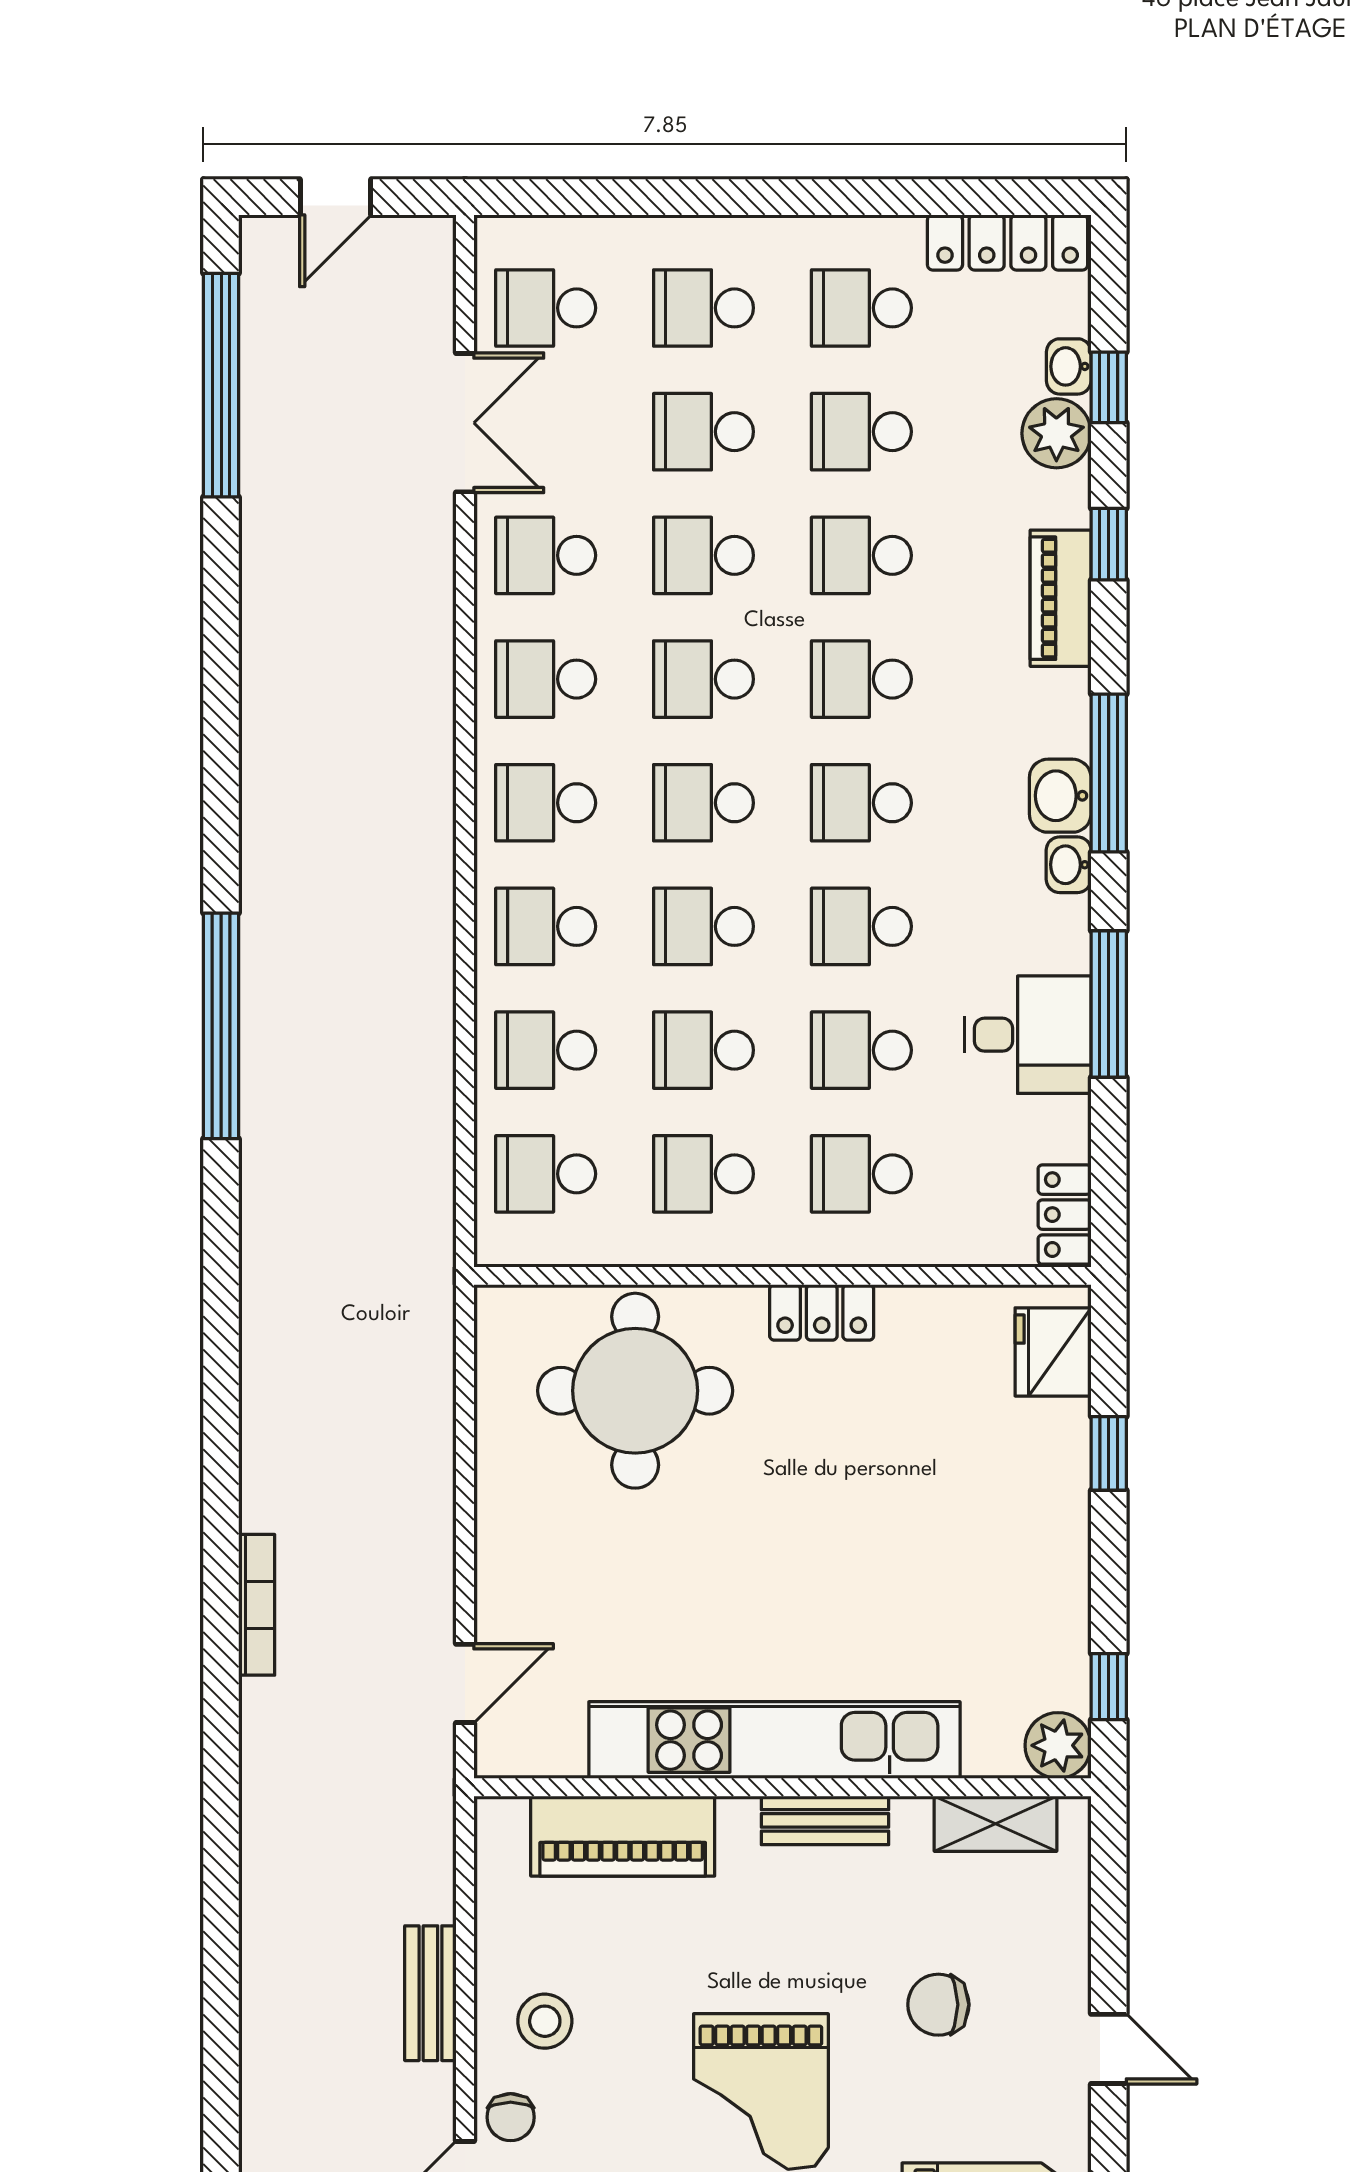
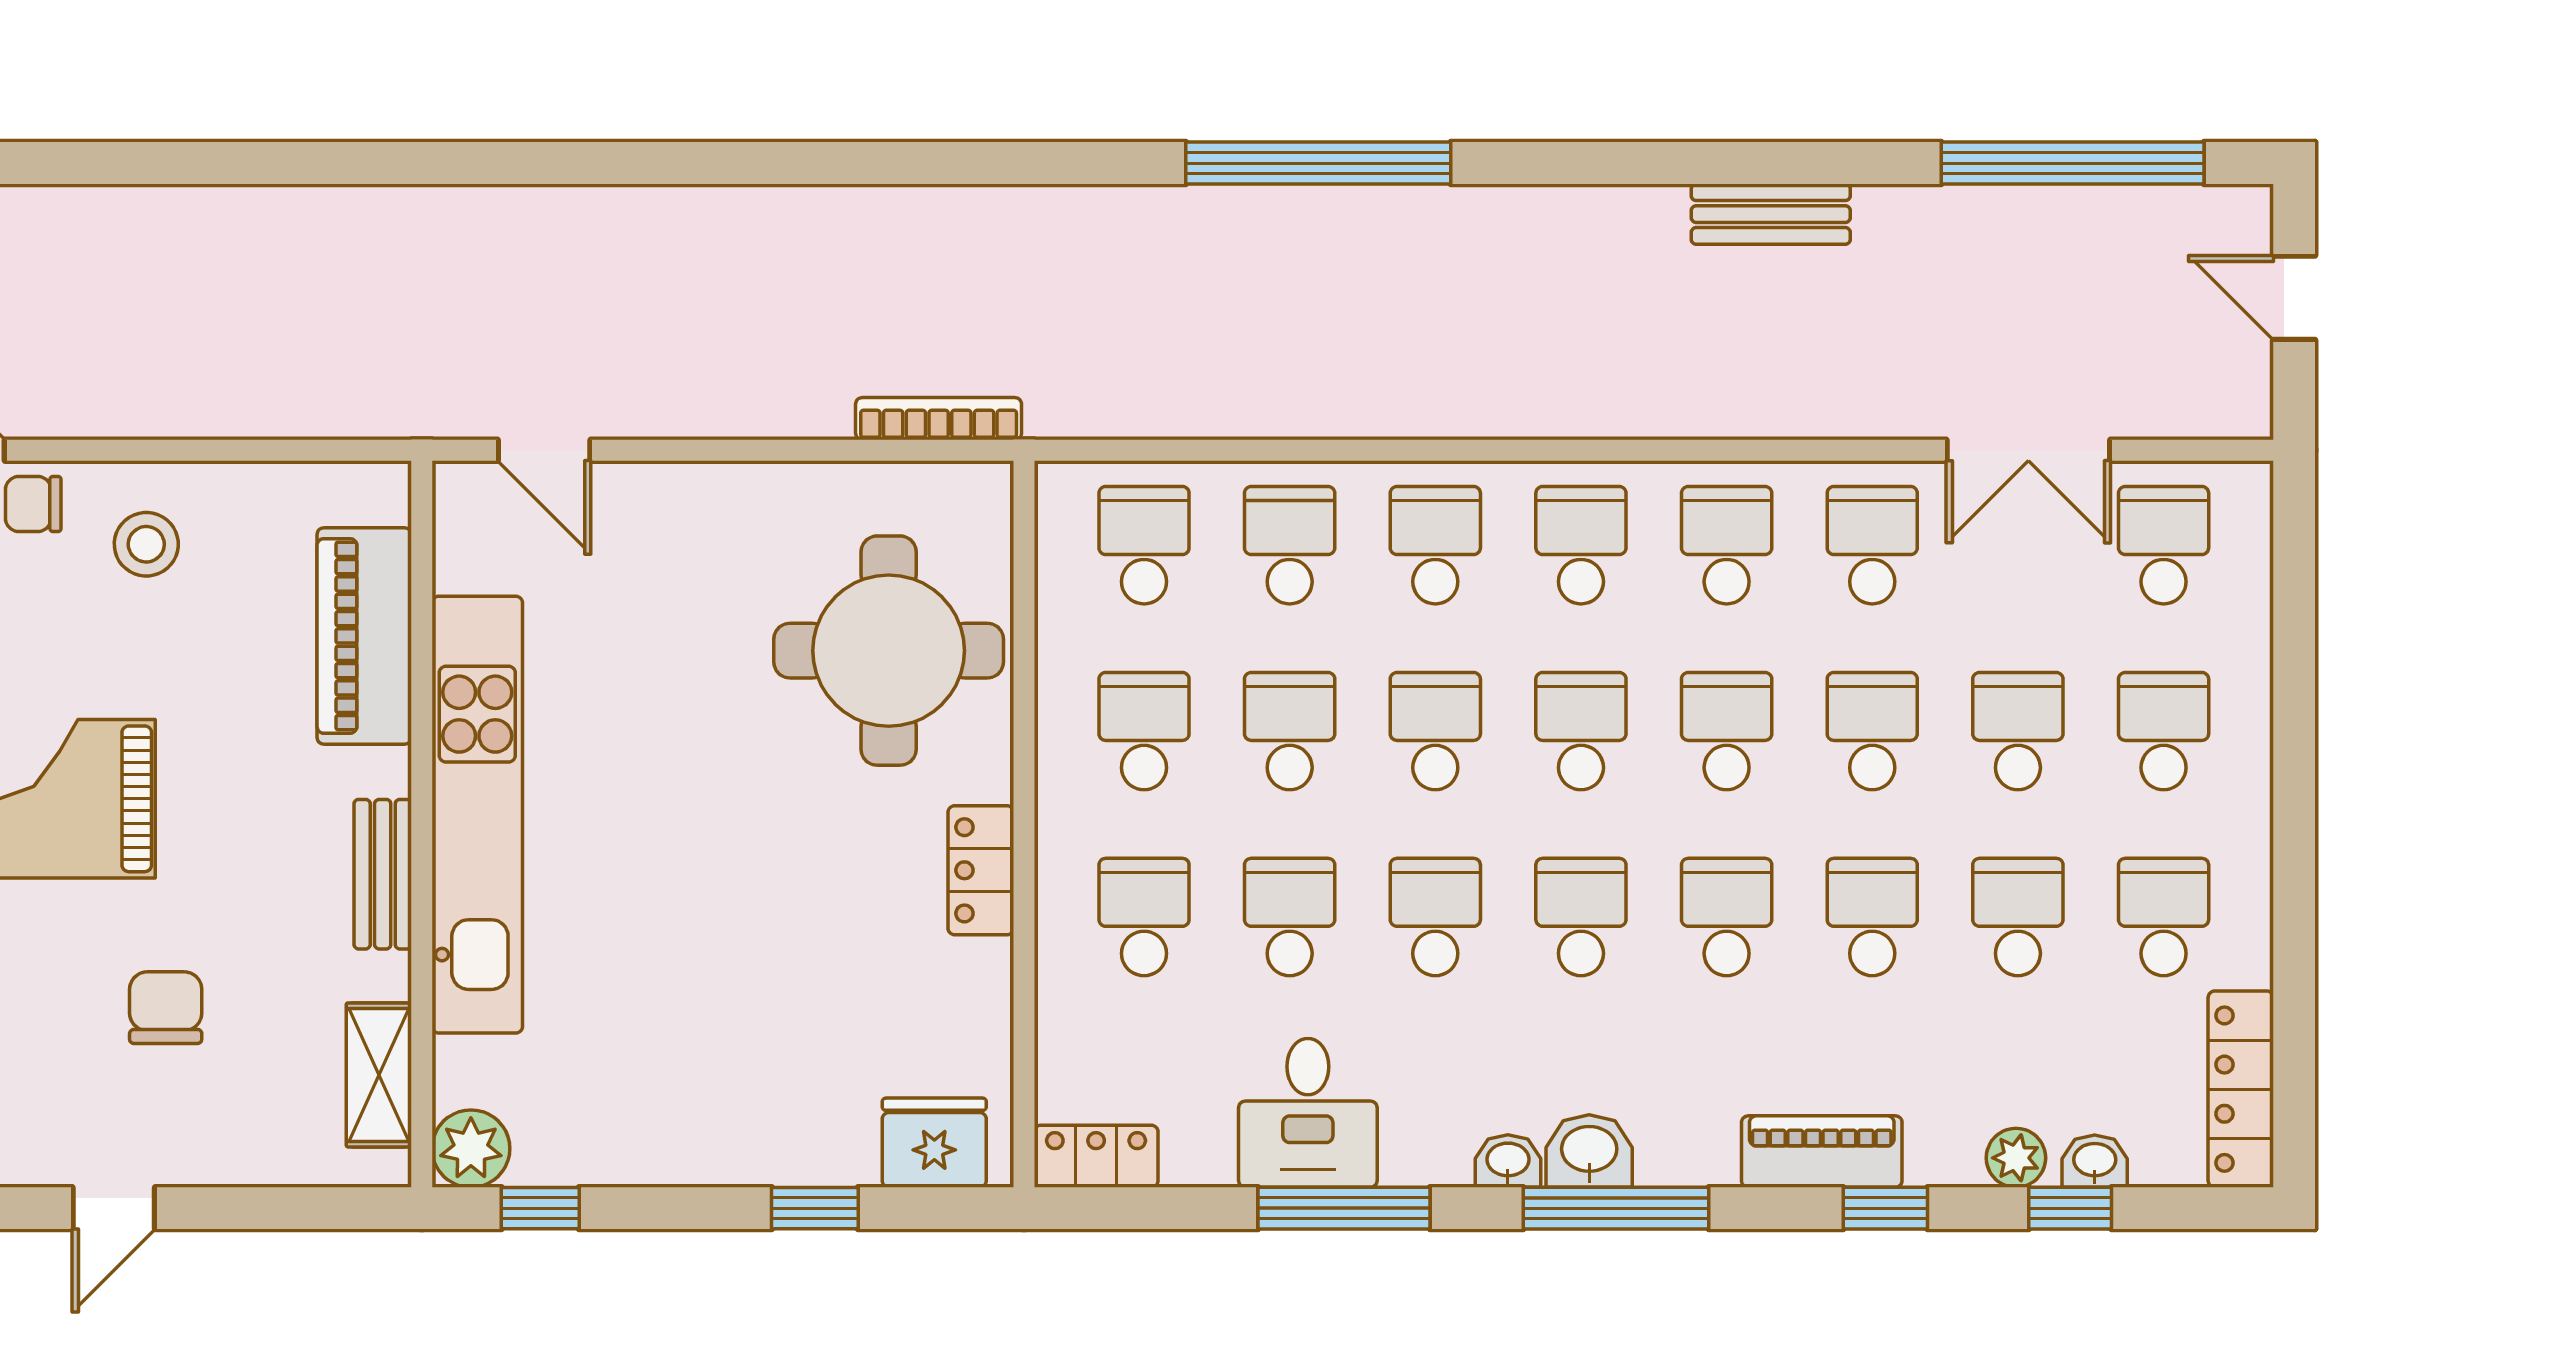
plant: (1056, 433) -> (2016, 1158), width x0.73, depth x0.73
bookcase: (257, 1605) -> (939, 419), moved, turned 180
bench: (430, 1993) -> (1771, 214), moved

